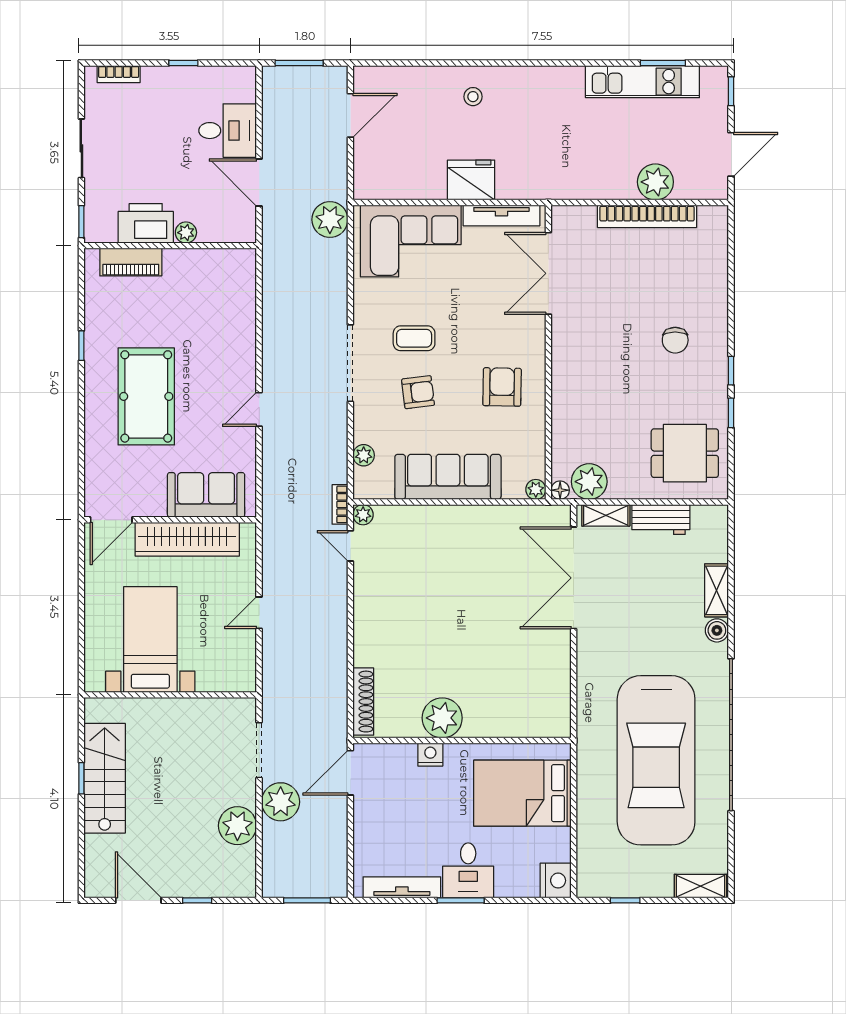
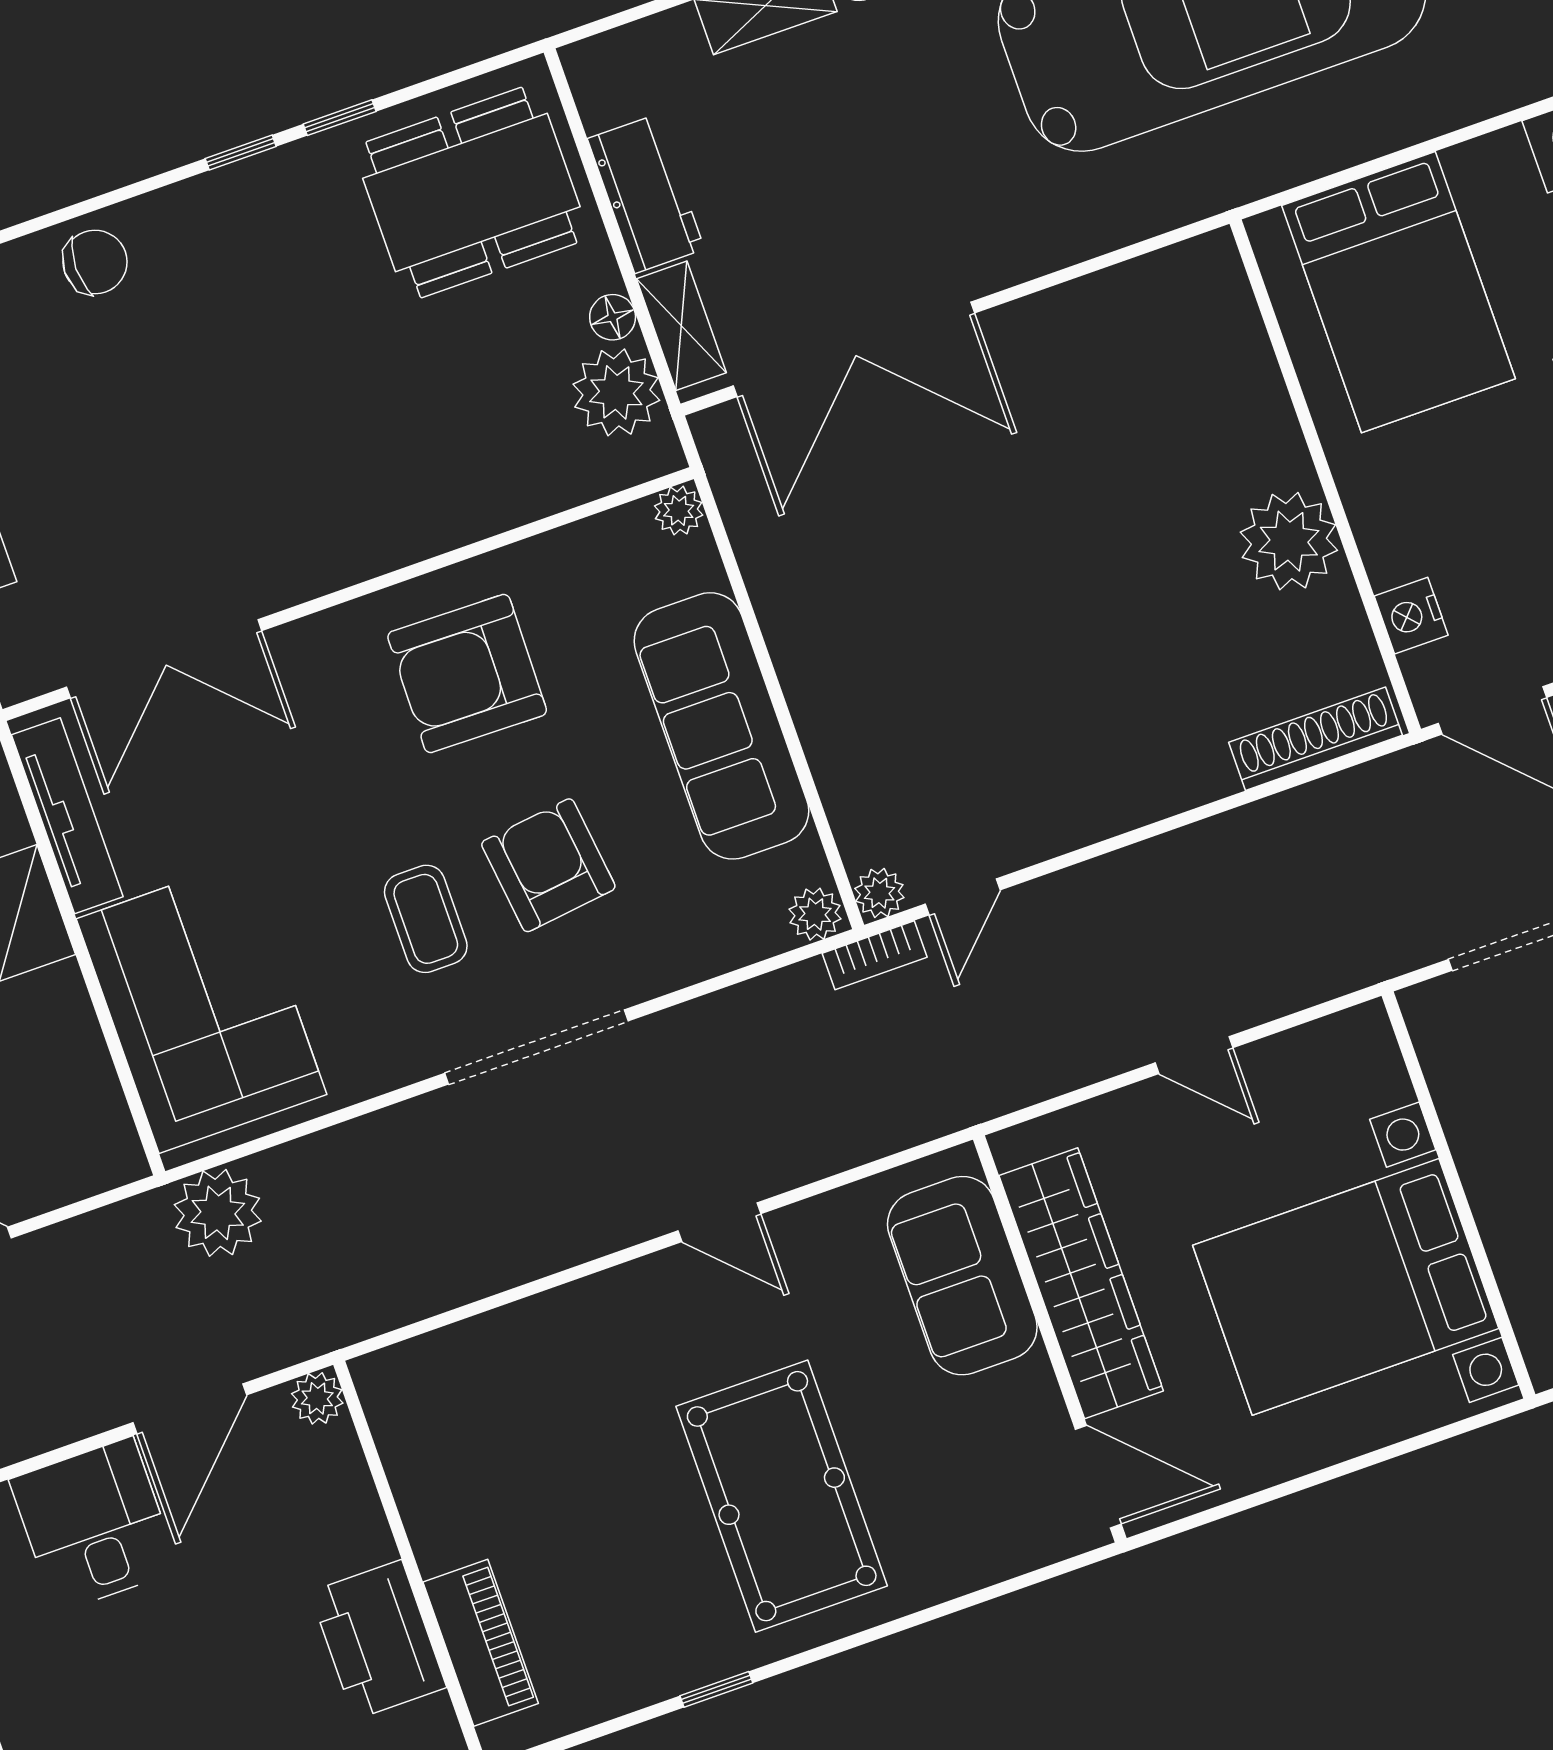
plant: (186, 233) -> (317, 1398), moved
chair: (675, 340) -> (95, 262), moved
armchair: (502, 387) -> (467, 674), width x1.36, depth x1.36
armchair: (418, 392) -> (548, 865), width x1.38, depth x1.38
pool table: (146, 396) -> (782, 1496), turned 90
dining table: (685, 453) -> (471, 193), width x1.38
plant: (364, 455) -> (815, 914), moved
floor lamp: (560, 490) -> (613, 317), moved
bed with nightstands: (150, 640) -> (1346, 1287), width x1.36
nightstand: (430, 755) -> (1411, 616), moved

